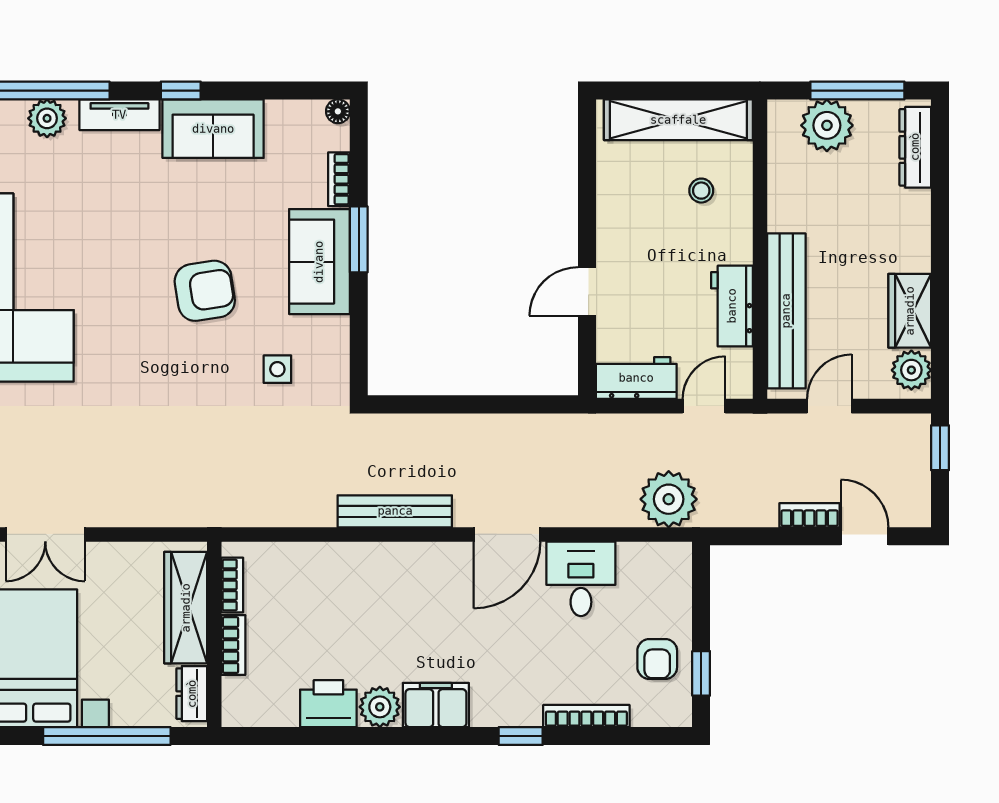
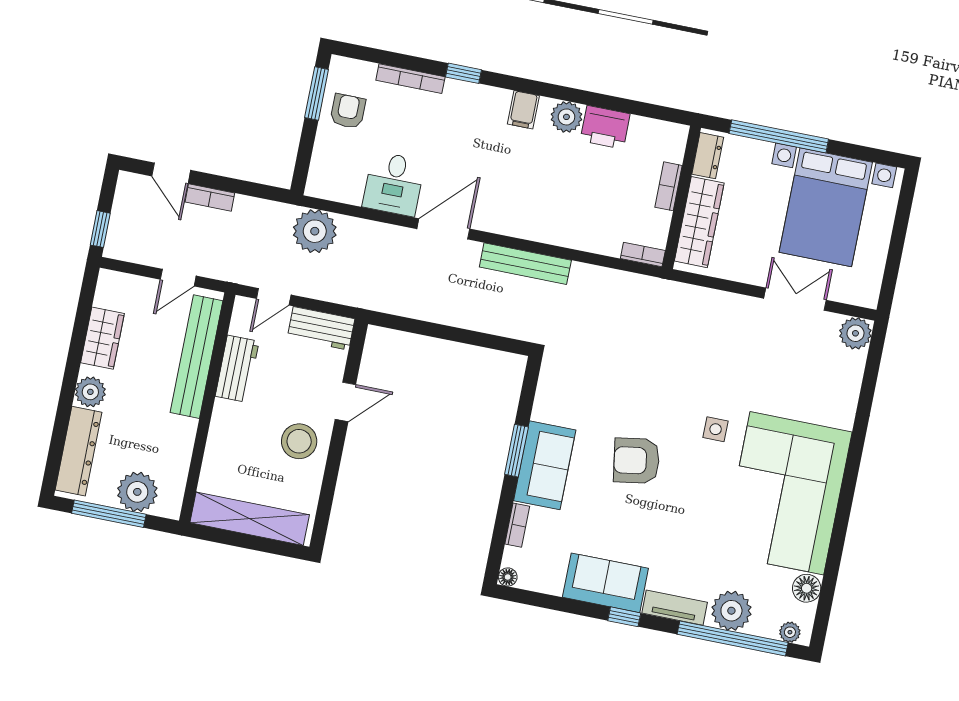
plant: (47, 118) -> (731, 611), width x1.36, depth x1.36
dresser: (915, 147) -> (79, 451), width x1.37, depth x1.24
stool: (701, 191) -> (299, 441), moved, width x1.89, depth x1.89
window: (359, 239) -> (516, 451), moved
side table: (277, 369) -> (716, 429), moved
plant: (911, 370) -> (90, 392), moved
bookcase: (232, 585) -> (643, 254), moved, turned 90
window: (701, 673) -> (317, 94), width x1.50
filing cabinet: (436, 705) -> (523, 110), width x0.50

